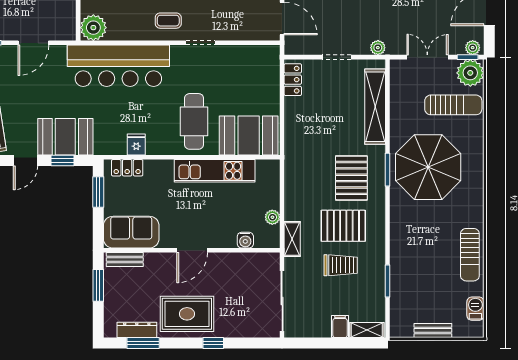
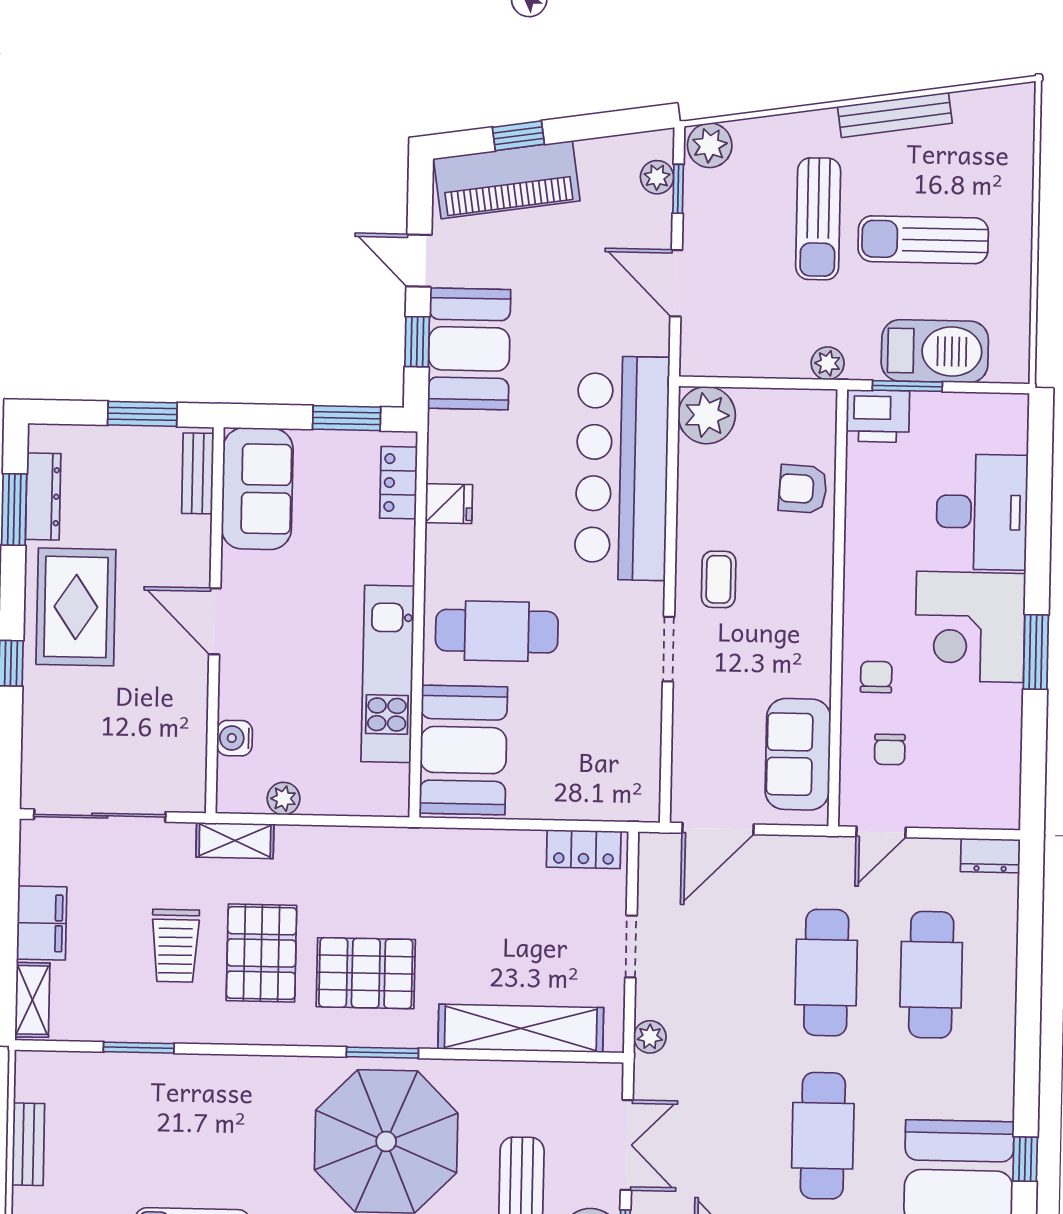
filing cabinet: (340, 326) -> (42, 923), width x2.00

